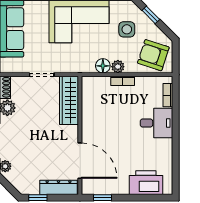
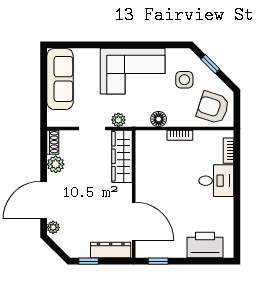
plant: (118, 67) -> (118, 120), moved

